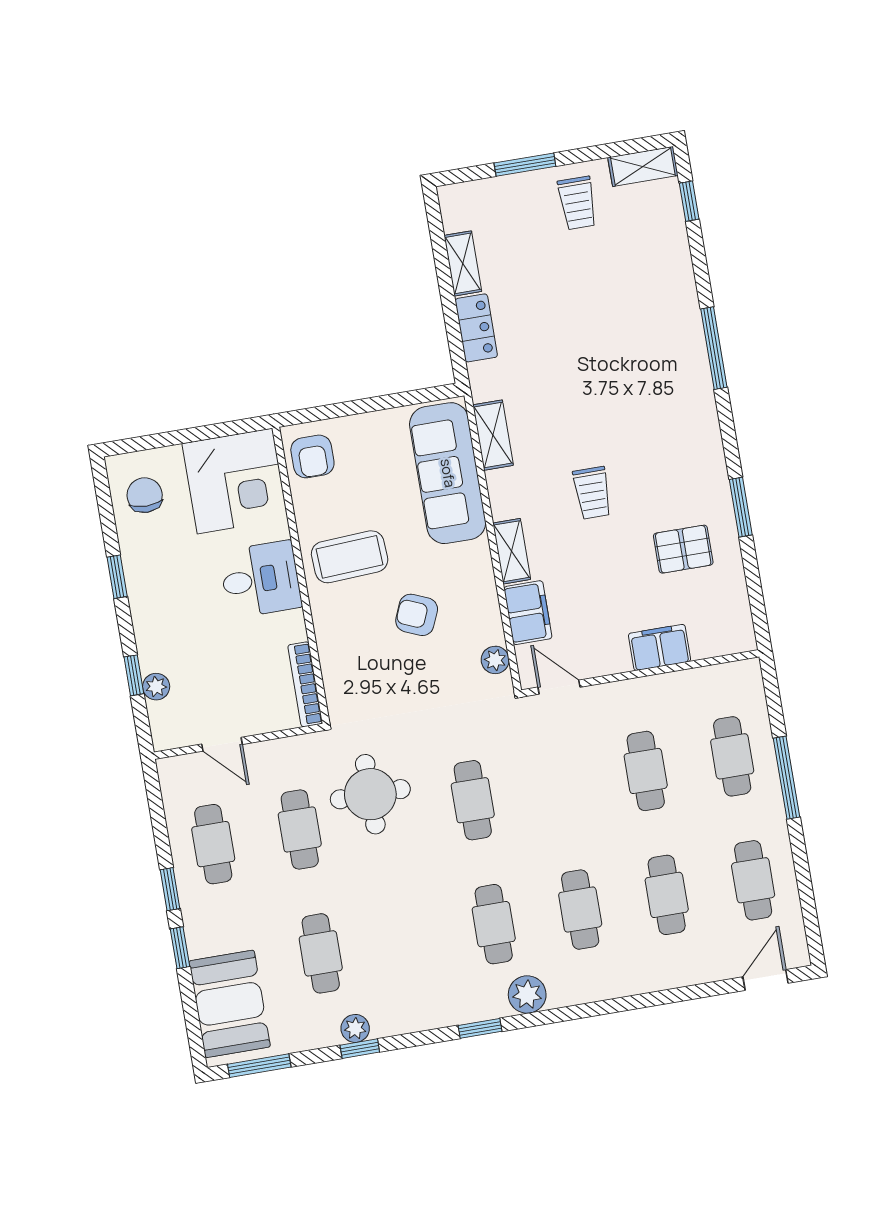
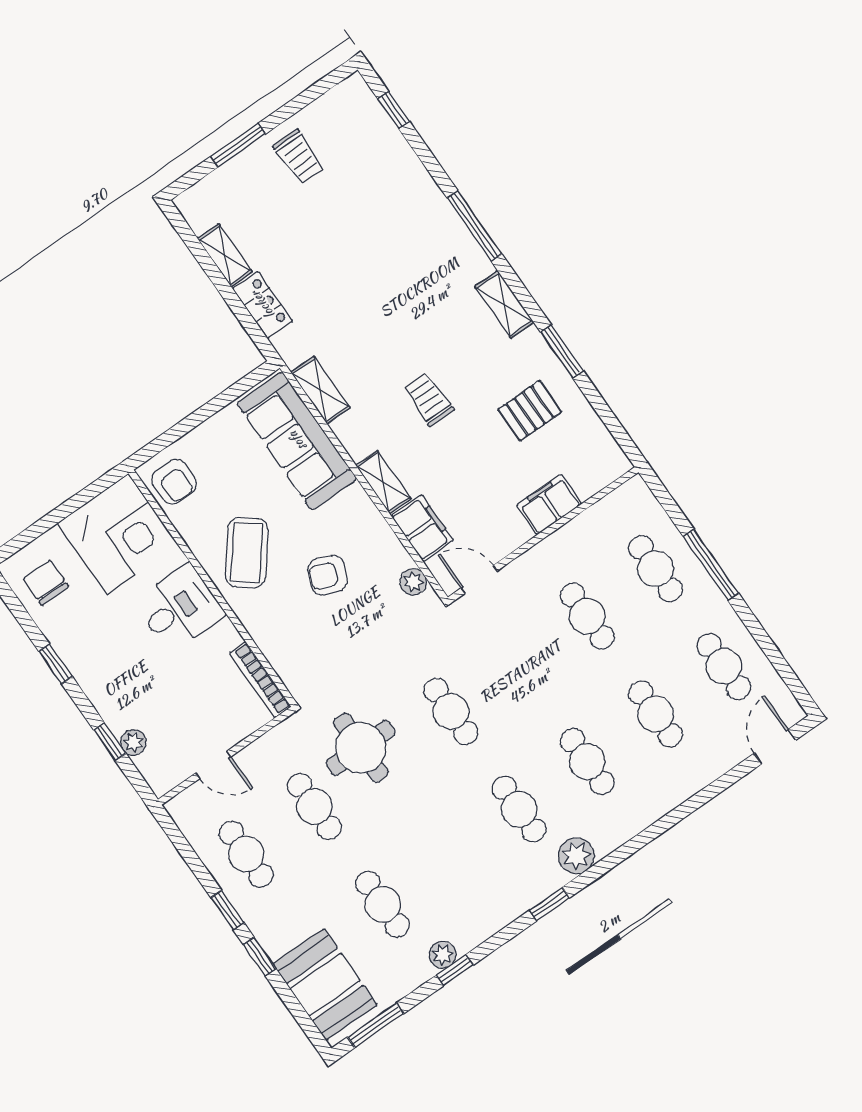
shelving: (643, 166) -> (504, 304), moved, turned 90
trolley: (592, 493) -> (429, 399), turned 180
coffee table: (350, 557) -> (247, 553), turned -49

